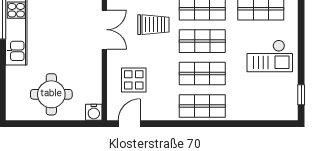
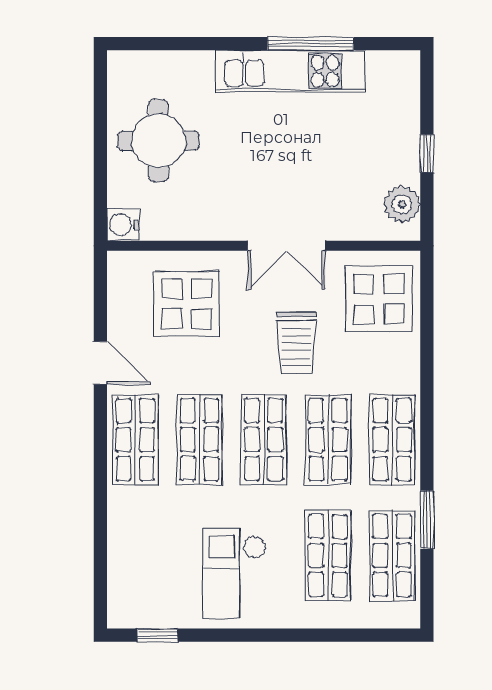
display table: (134, 80) -> (187, 304), width x1.36, depth x1.36
door: (129, 124) -> (100, 363), moved

